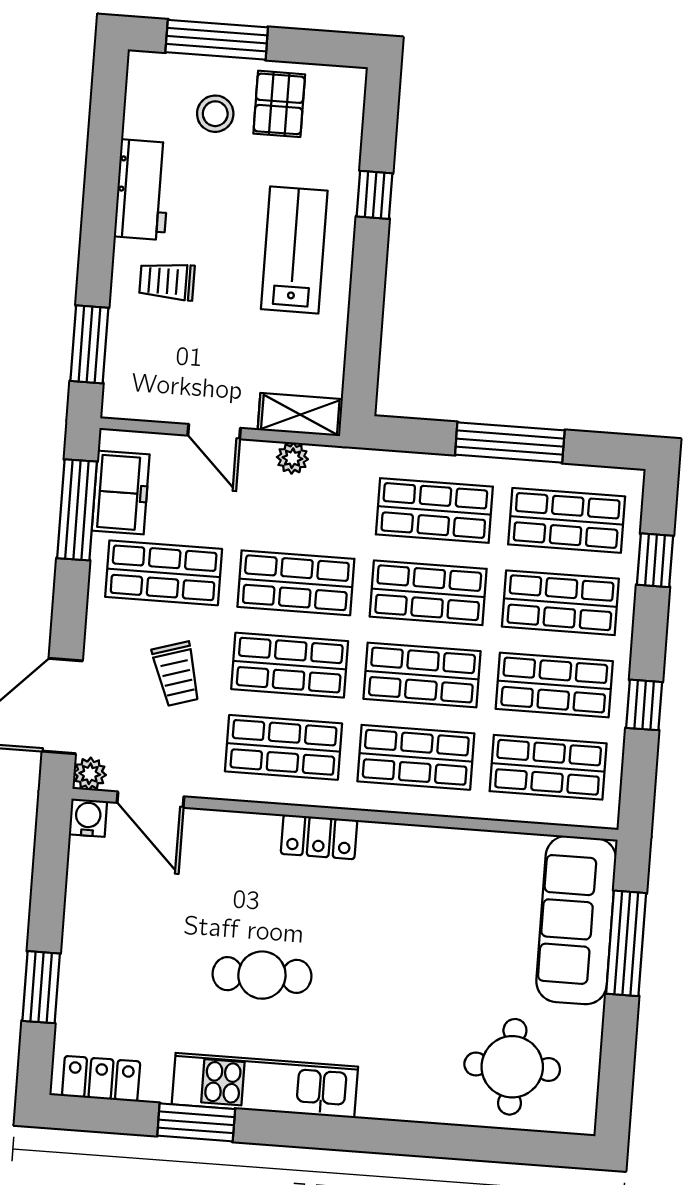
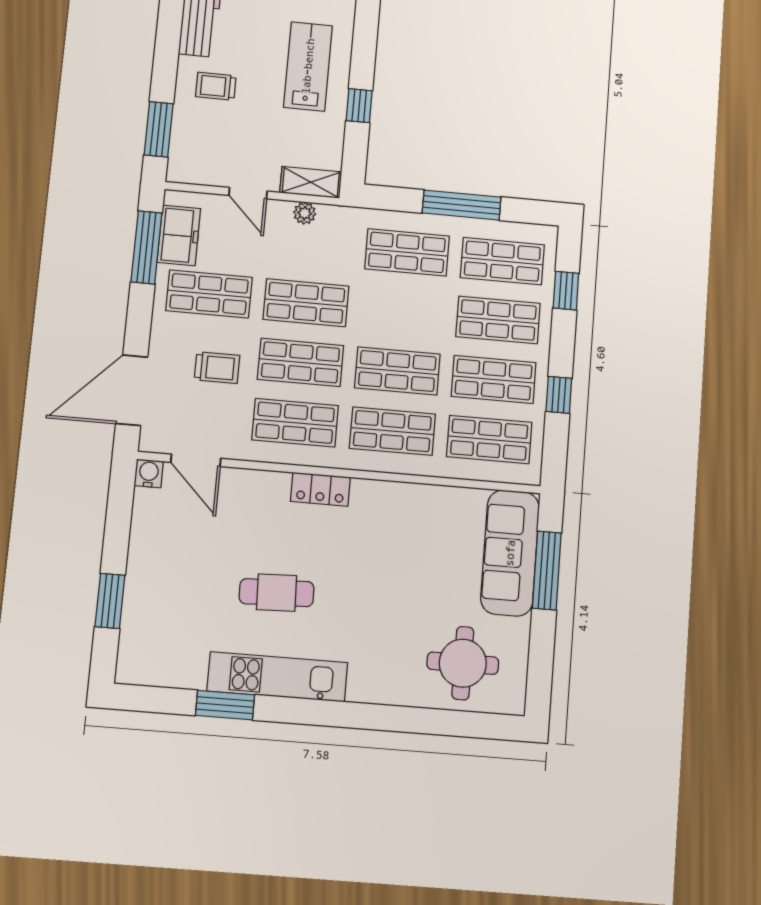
window: (375, 195) -> (359, 106), moved
shop shelf: (428, 593) -> (402, 311), removed
trolley: (177, 674) -> (217, 368), turned -73
plant: (90, 774) -> (151, 441), removed
locker: (101, 1079) -> (154, 671), removed

